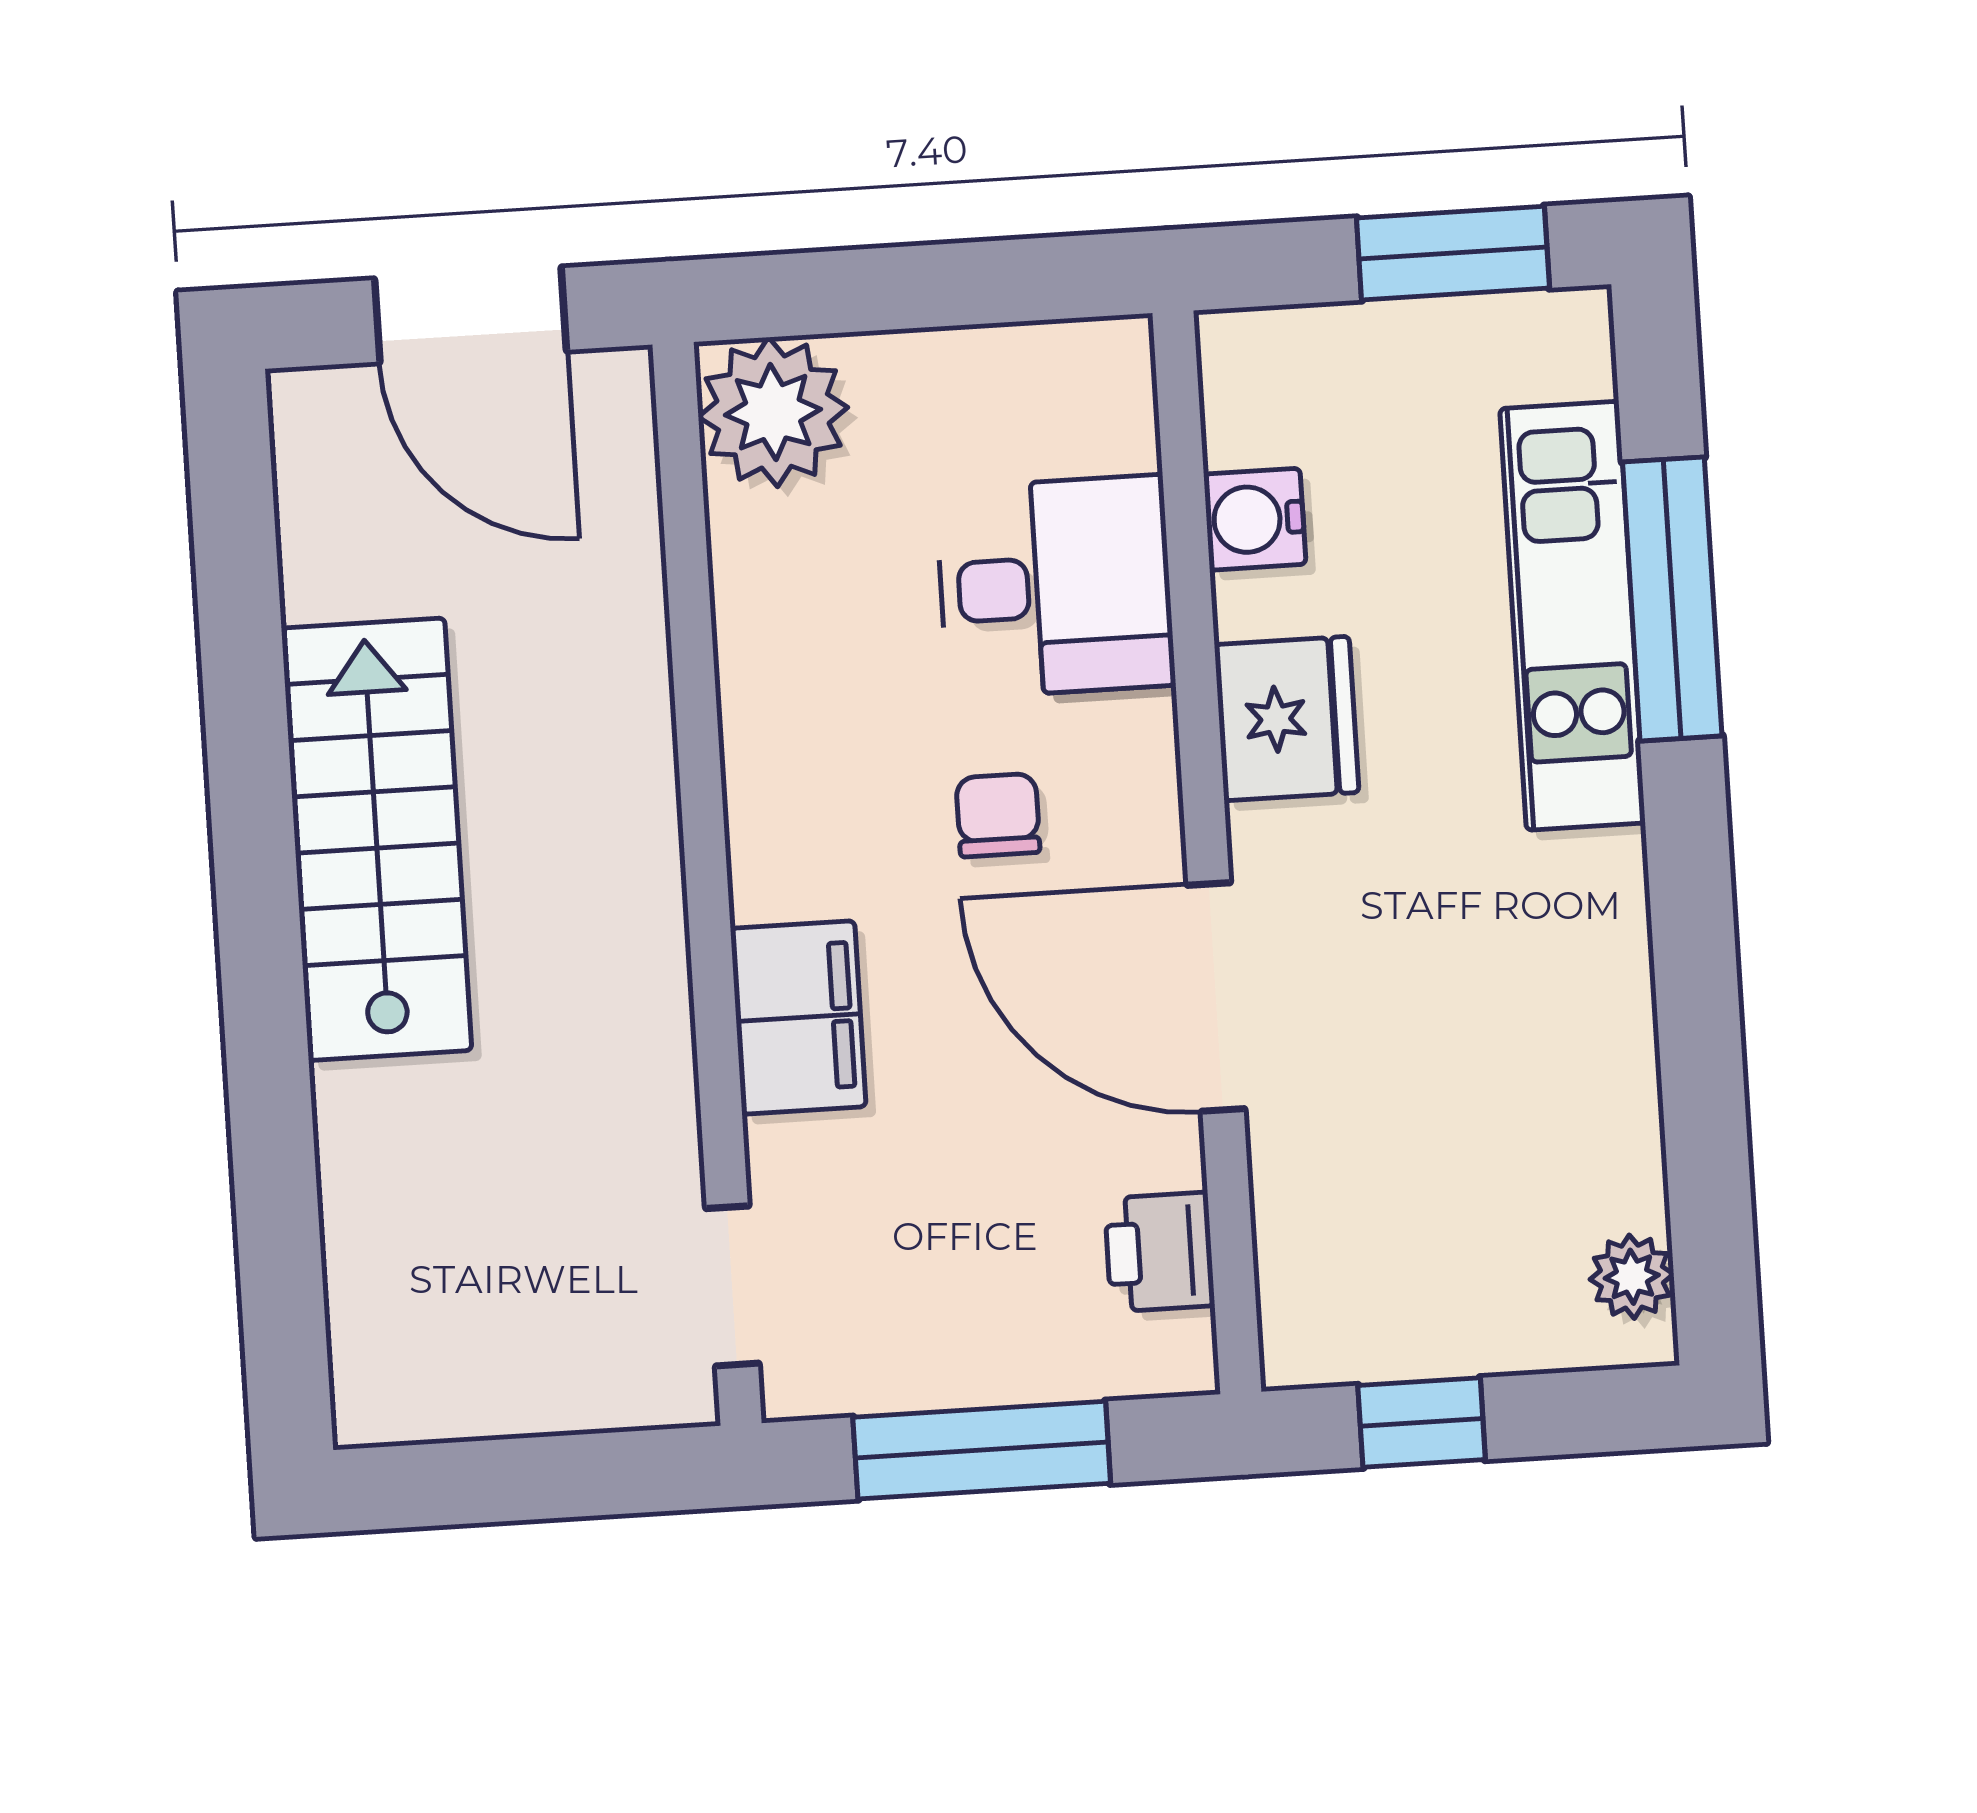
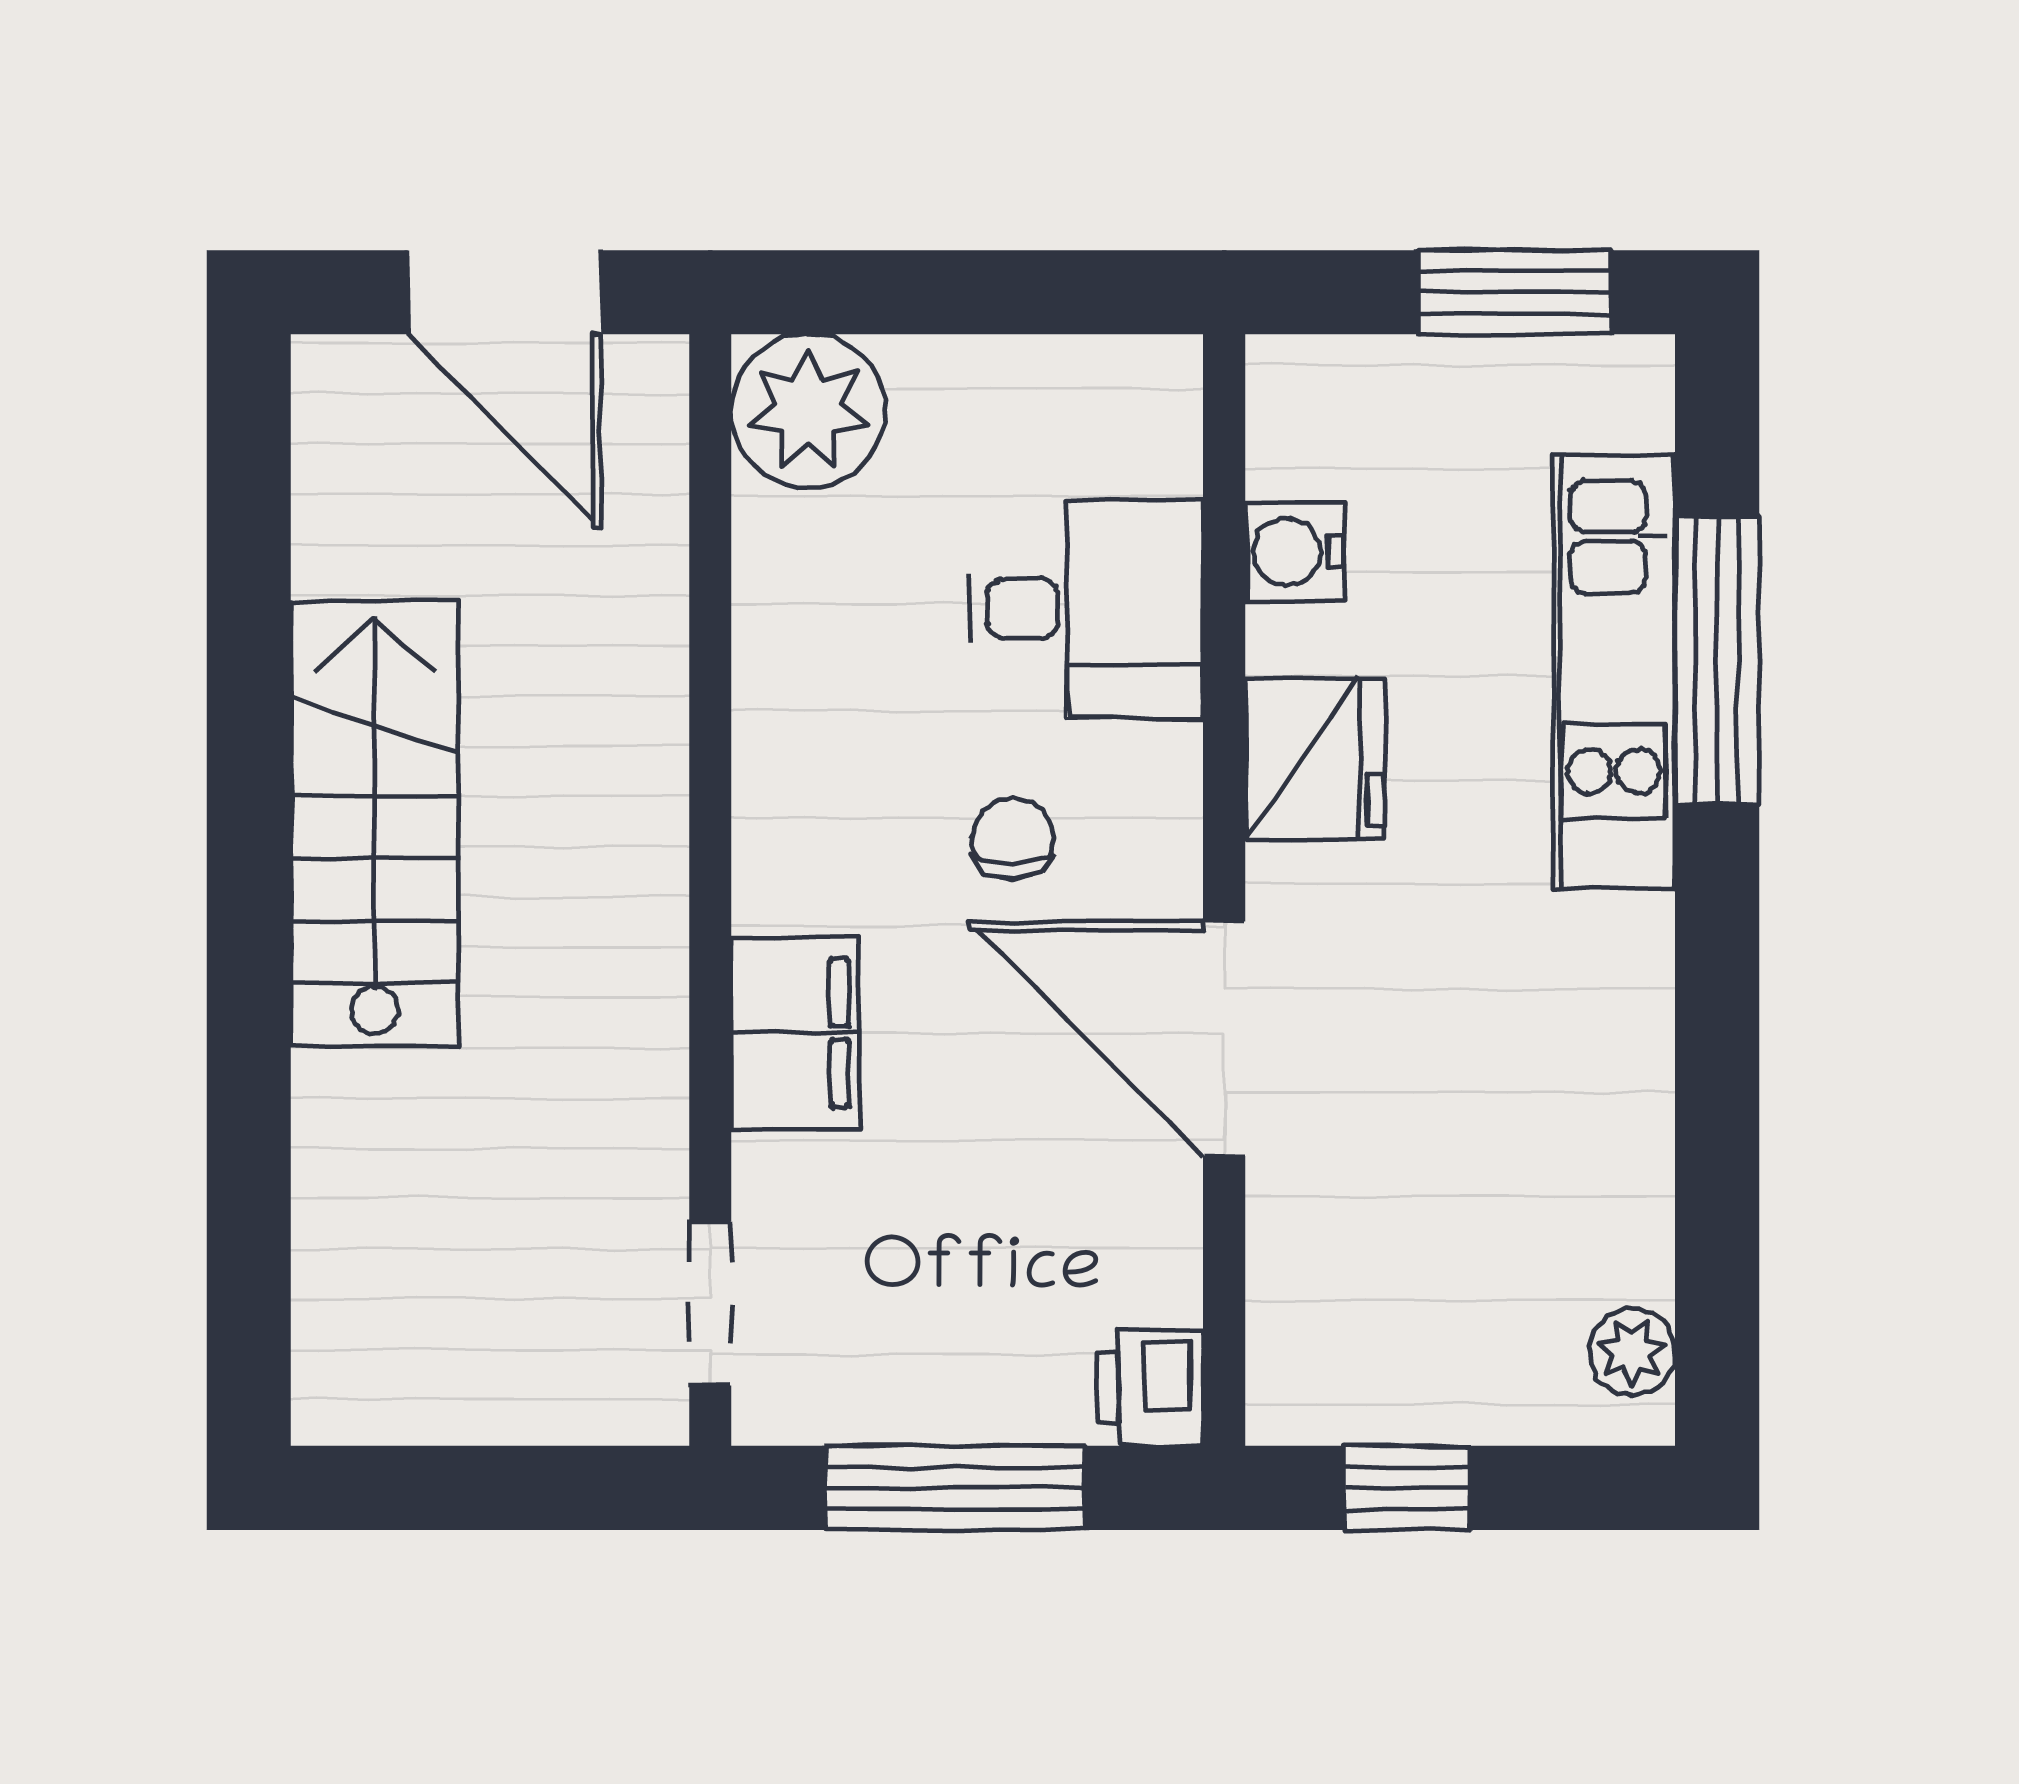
printer: (1160, 1252) -> (1150, 1387), moved

